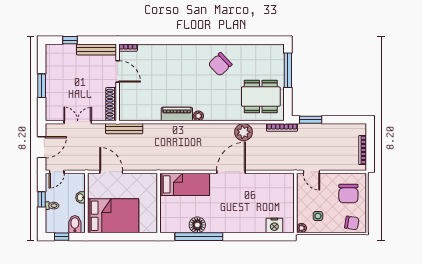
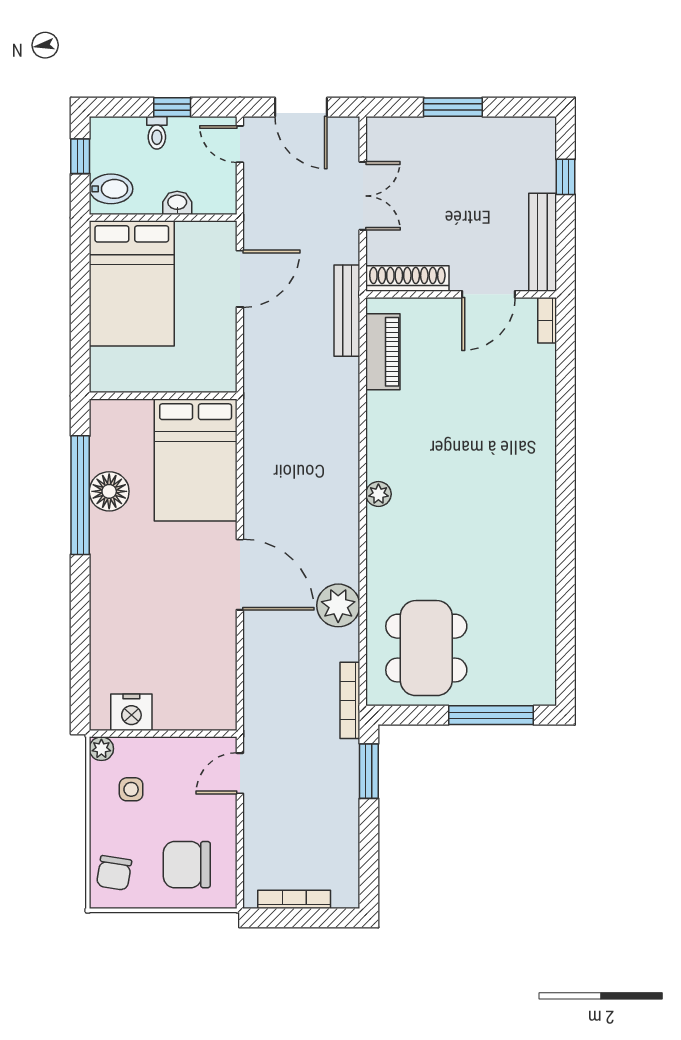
chair: (220, 64) -> (506, 548), removed
piano: (177, 114) -> (383, 352), moved
bed: (185, 184) -> (196, 460), width x1.50
nightstand: (274, 225) -> (131, 712), moved, turned -90

